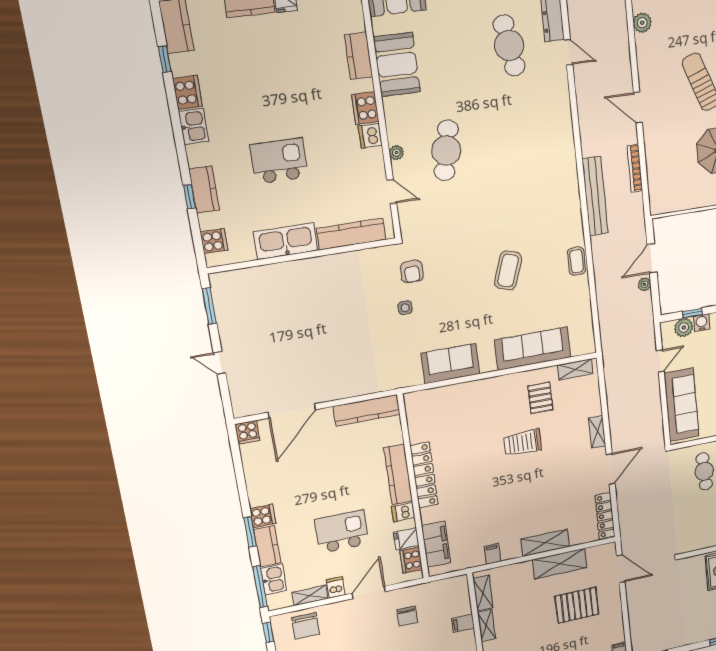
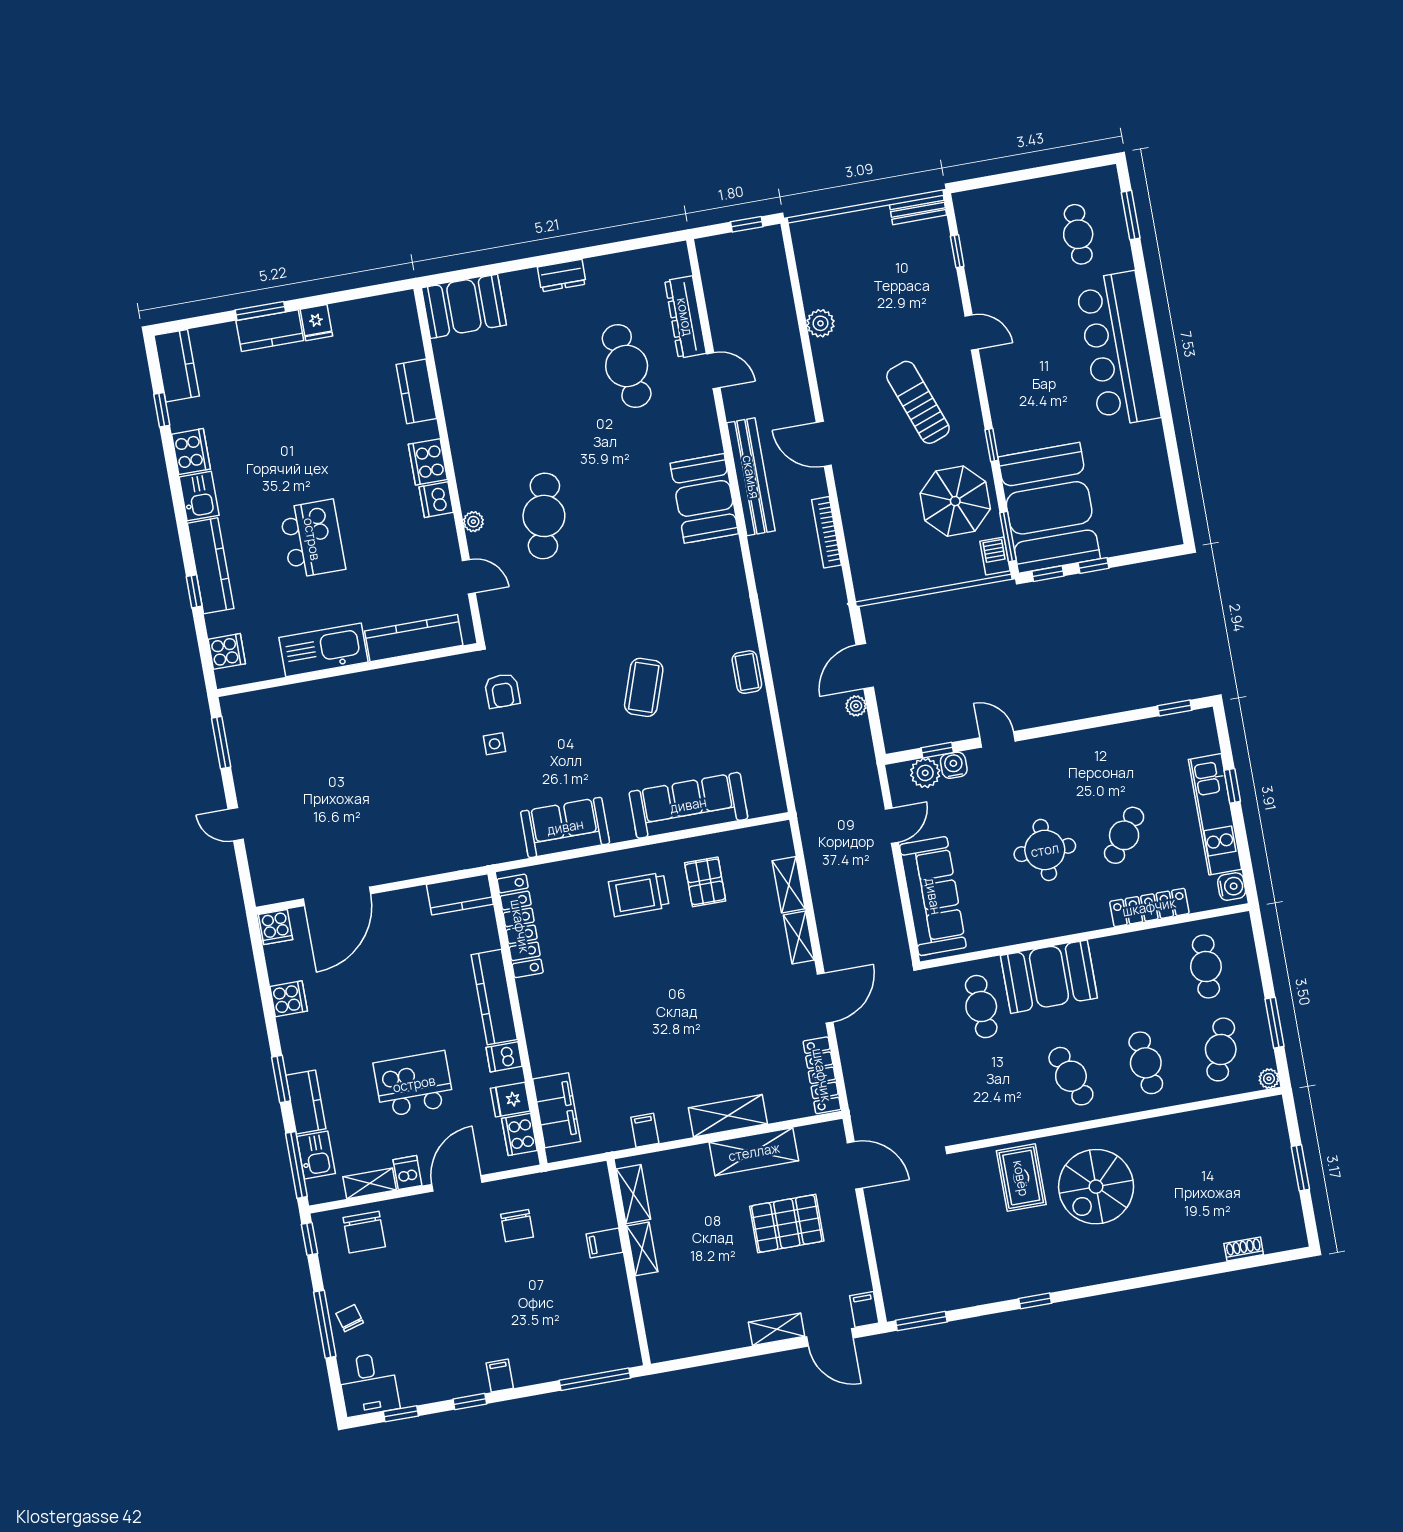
booth: (397, 65) -> (704, 498), moved
kitchen island: (279, 161) -> (312, 539), turned 90
kitchen counter: (204, 190) -> (211, 566), width x1.50
bench: (595, 196) -> (751, 477), moved
shelving: (575, 369) -> (789, 885), moved, turned 90
kitchen counter: (367, 410) -> (460, 894), width x0.67
trolley: (523, 443) -> (639, 894), moved
locker: (424, 475) -> (520, 926), moved
cooker: (263, 516) -> (289, 999), moved

